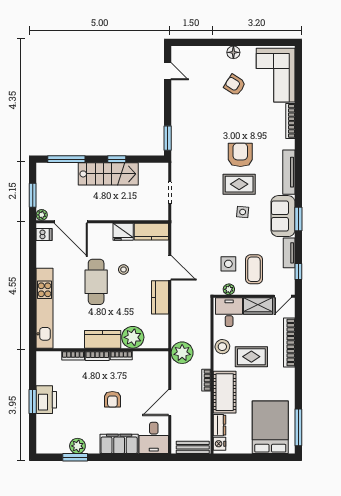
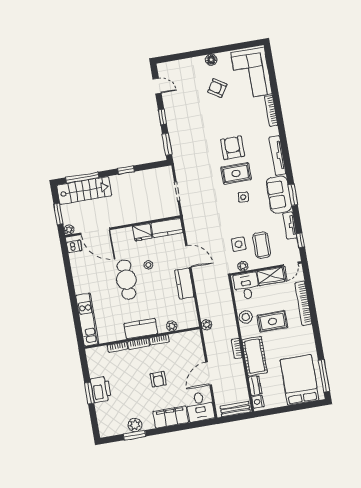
window: (168, 107) -> (162, 117), added
stairs: (108, 174) -> (84, 190), moved
kitchen unit: (45, 308) -> (87, 320), width x0.73
plant: (133, 337) -> (172, 326), width x0.53, depth x0.53
plant: (182, 353) -> (207, 325), width x0.53, depth x0.53

